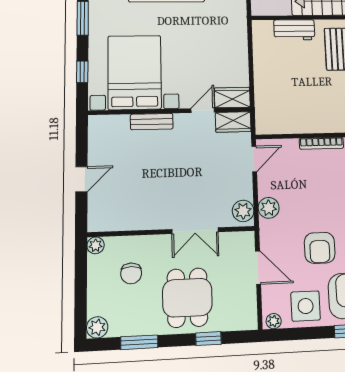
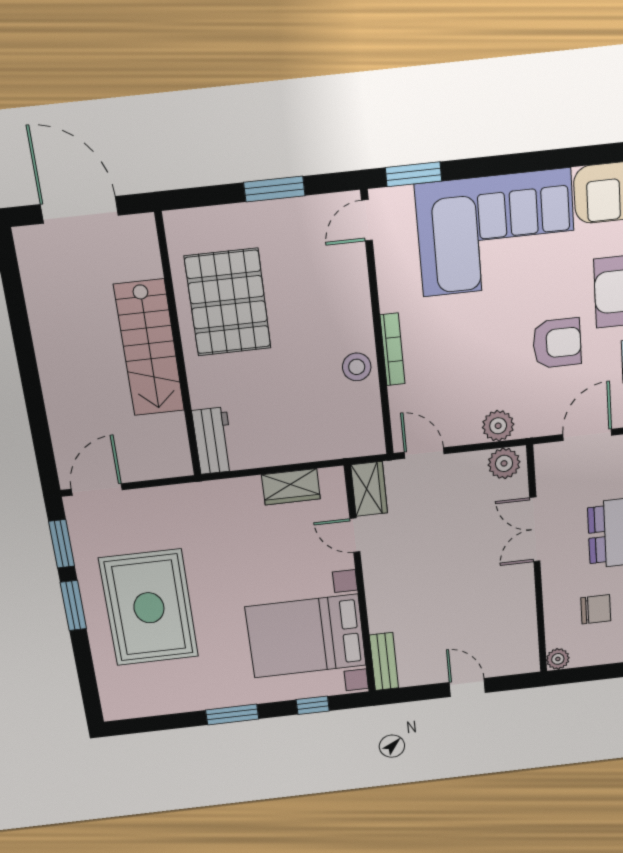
workbench: (294, 30) -> (213, 441), moved
wardrobe: (232, 98) -> (291, 487), moved, turned -90
stool: (312, 121) -> (357, 367), added
bench: (152, 122) -> (384, 662), moved
double door: (195, 231) -> (535, 530), swing flipped

